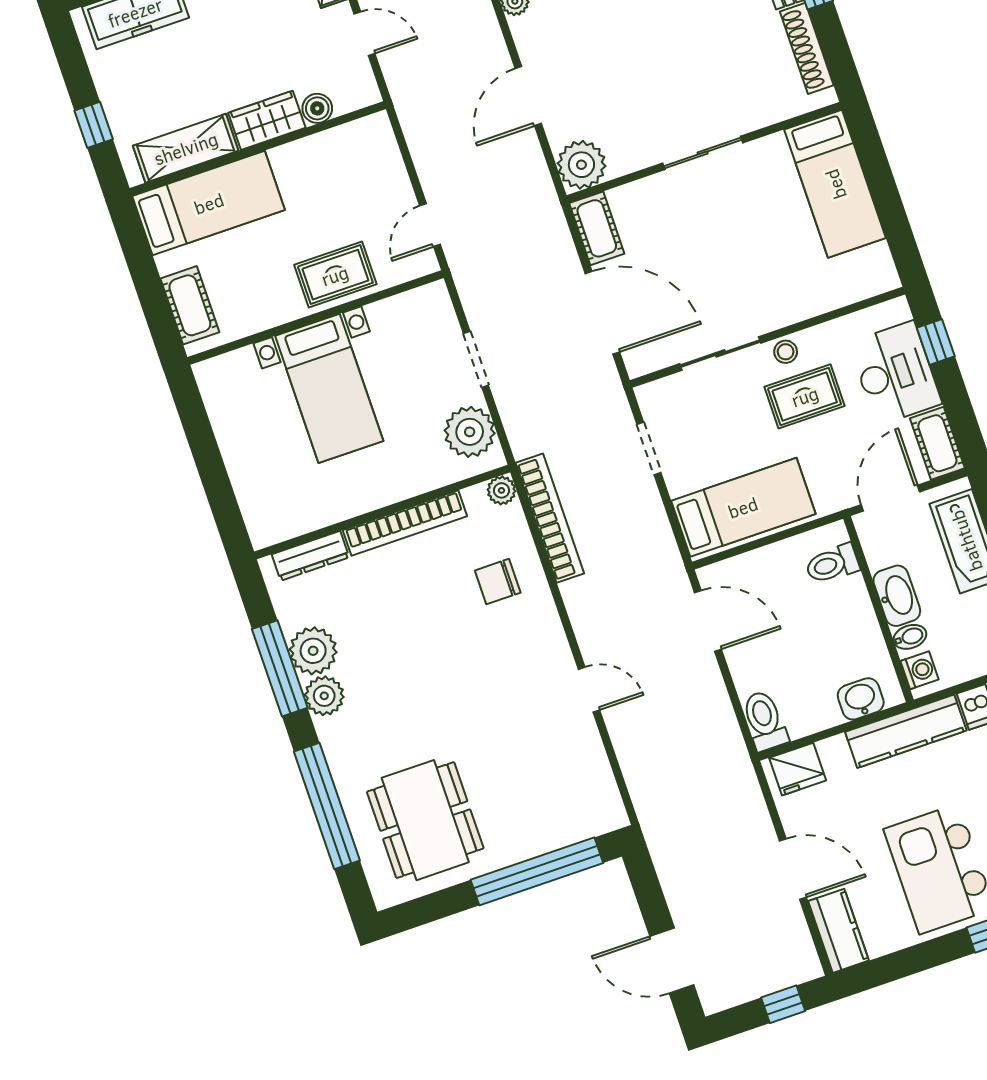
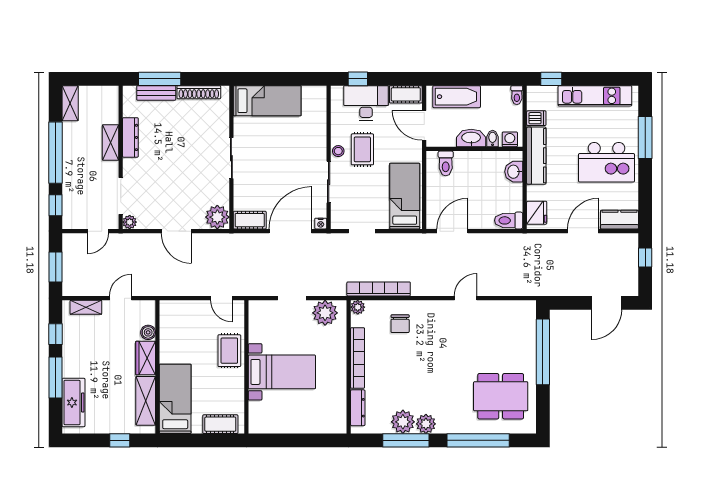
nightstand: (636, 365) -> (321, 224), added

